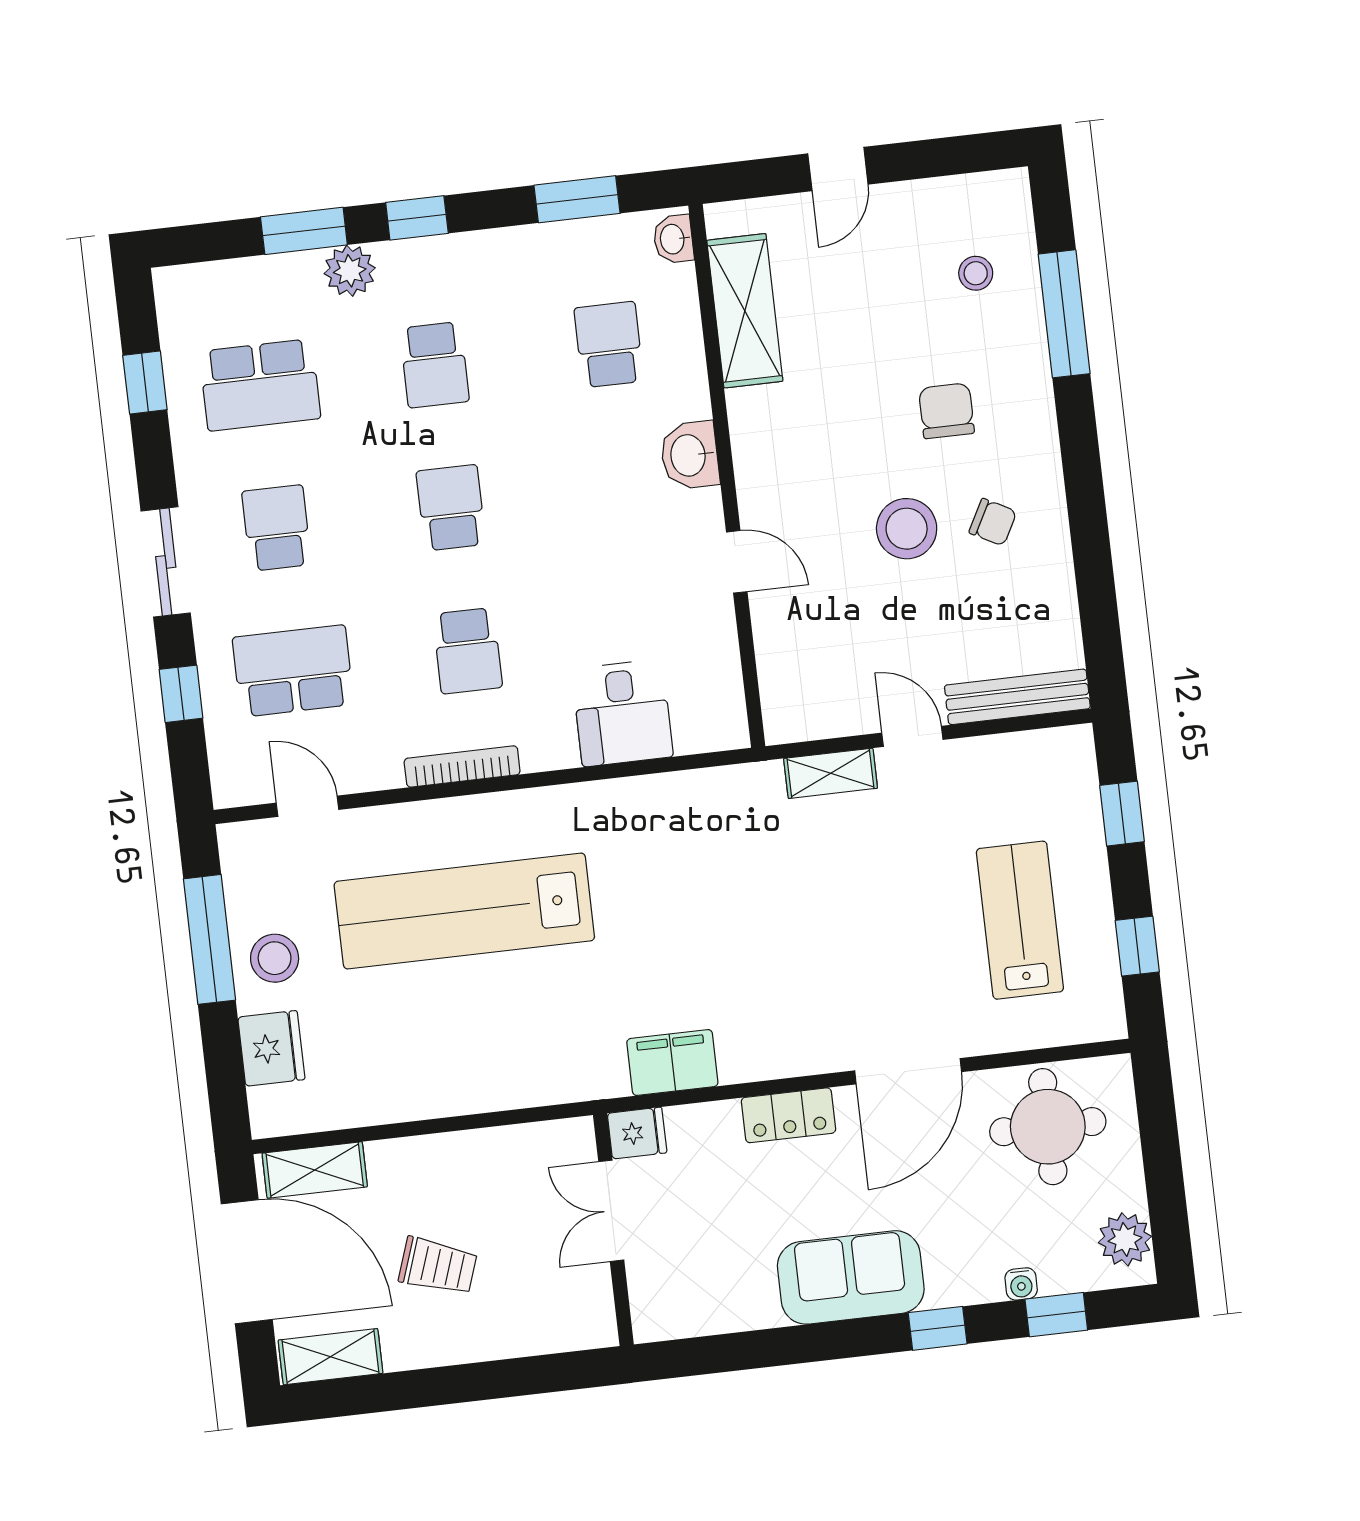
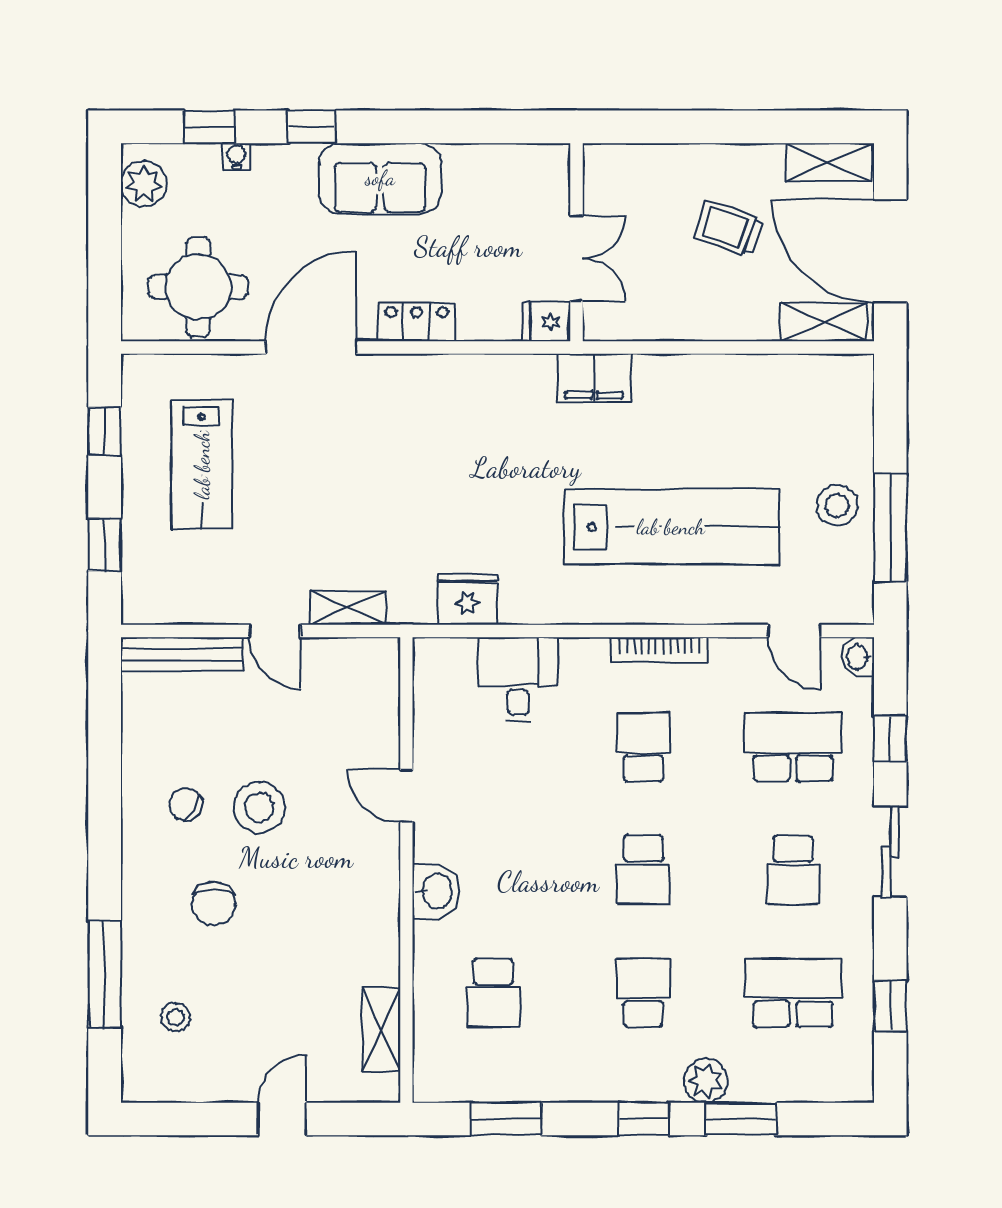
washbasin: (673, 239) -> (858, 657), moved, turned 180
shelving: (745, 311) -> (381, 1029), width x0.67, depth x0.75
school desk: (293, 671) -> (793, 747), turned 180
fridge: (271, 1048) -> (468, 599), moved, turned 90
filing cabinet: (672, 1063) -> (595, 378), moved

